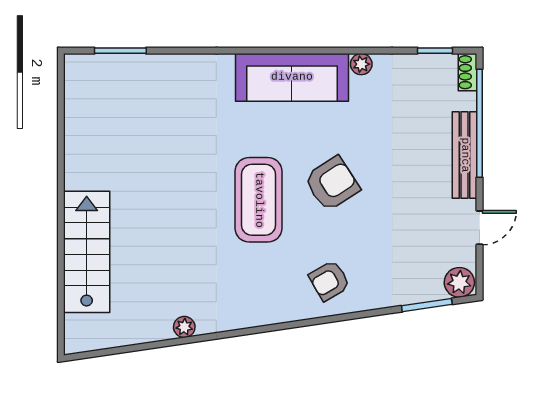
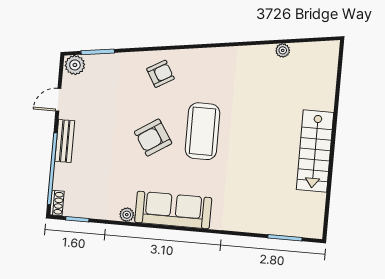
bench: (465, 155) -> (65, 141), width x0.73
stairs: (87, 252) -> (315, 151), moved
plant: (184, 327) -> (283, 50), moved

